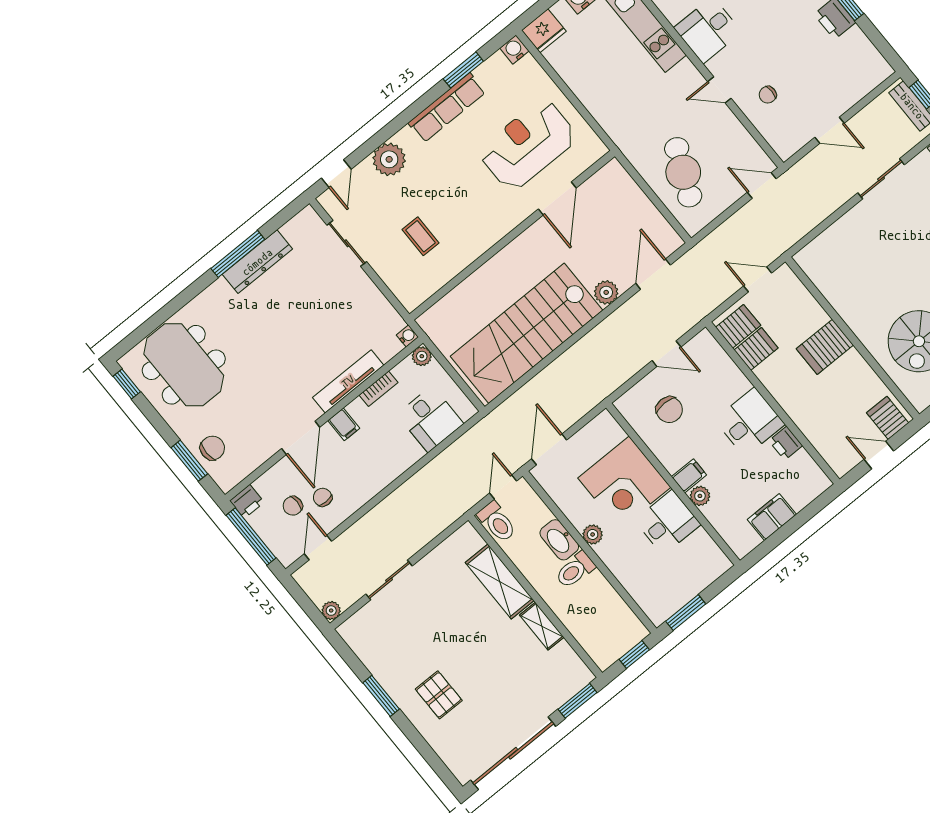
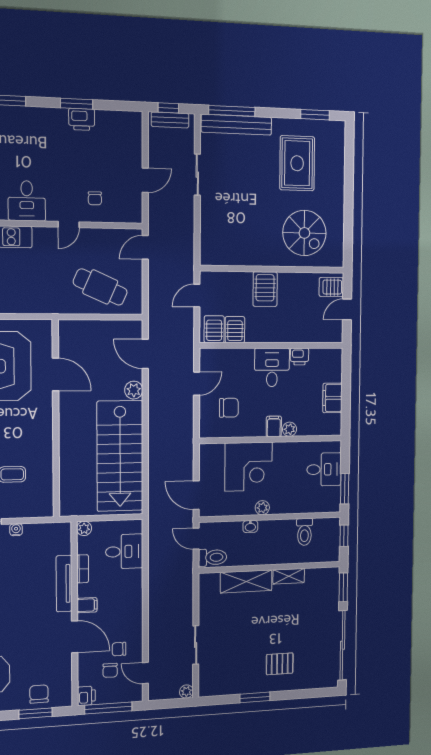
water cooler: (407, 336) -> (16, 530), moved
desk: (668, 522) -> (324, 469), moved, turned 90
washbasin: (559, 540) -> (250, 526), width x0.52, depth x0.69
toilet: (575, 570) -> (304, 532), moved

